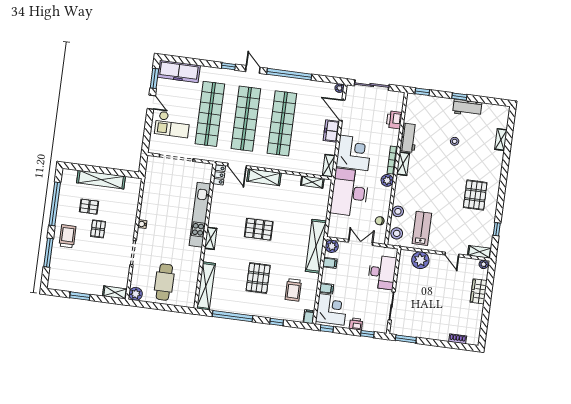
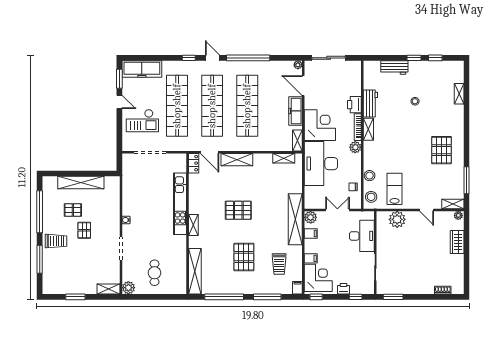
window: (422, 92) -> (435, 58), moved
workbench: (467, 108) -> (394, 67), moved
printer: (394, 120) -> (354, 105), moved
freezer: (331, 131) -> (296, 111), width x1.40
window: (497, 229) -> (466, 180), width x2.17
trolley: (68, 236) -> (56, 241), turned 90
cafe table: (164, 282) -> (155, 273), width x0.73, depth x0.74
window: (277, 322) -> (267, 297), width x2.17

